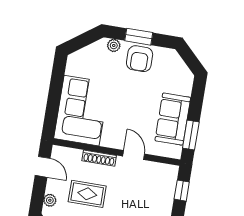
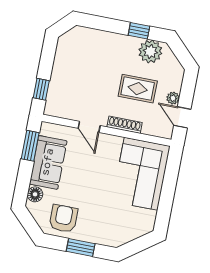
plant: (114, 45) -> (106, 239), removed
armchair: (140, 59) -> (63, 219), moved
floor lamp: (185, 87) -> (35, 194), added
plant: (50, 200) -> (173, 98), moved

